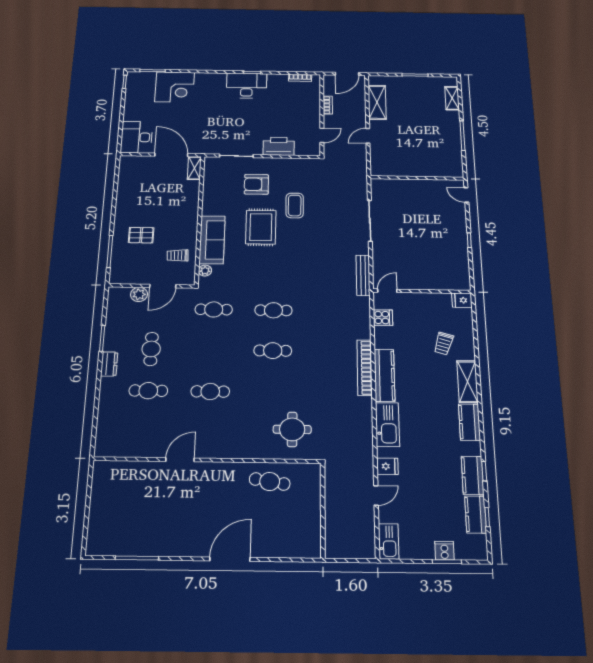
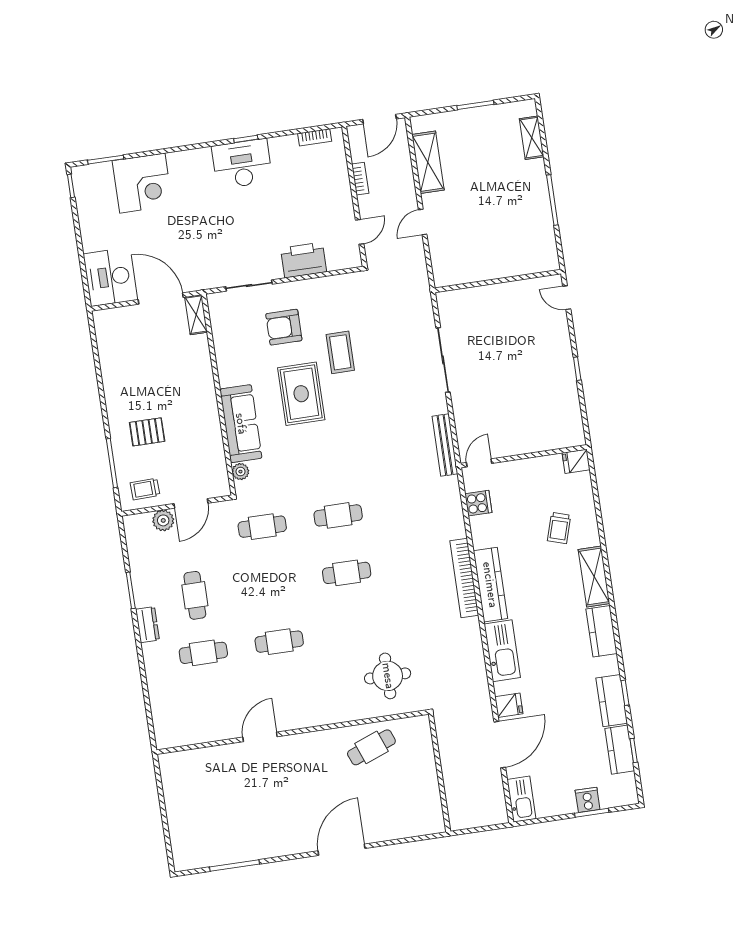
trolley: (178, 255) -> (145, 489), moved
cafe table: (270, 482) -> (371, 747), turned -31
door: (376, 495) -> (500, 745), width x1.88

